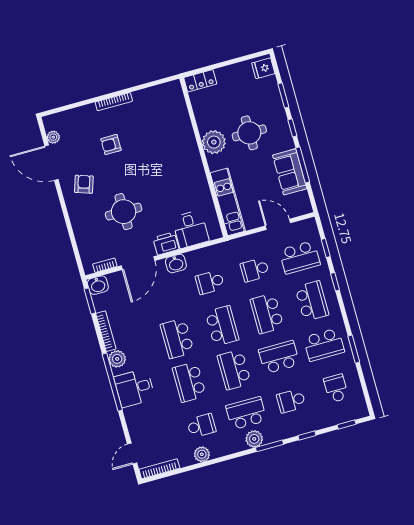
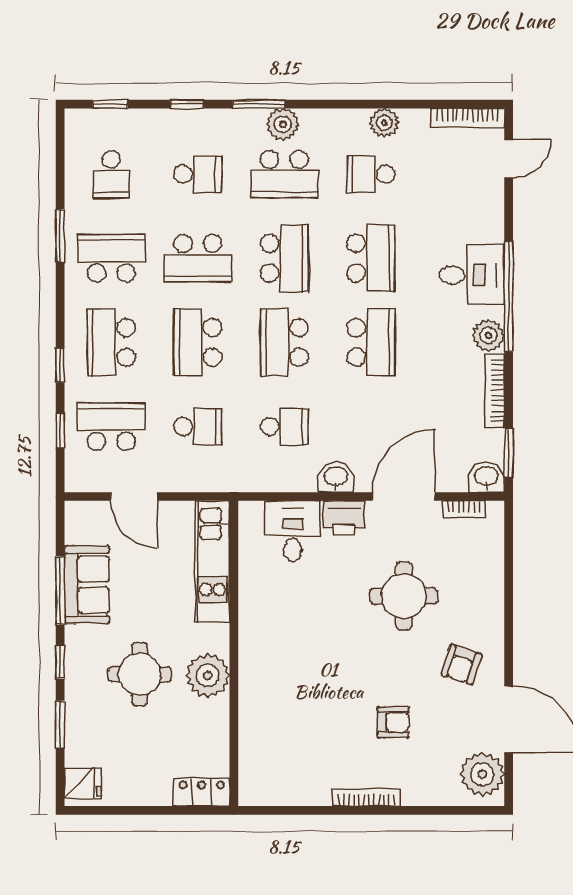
plant: (53, 137) -> (482, 774), width x1.88, depth x1.88
school desk: (267, 313) -> (198, 342), turned 180

